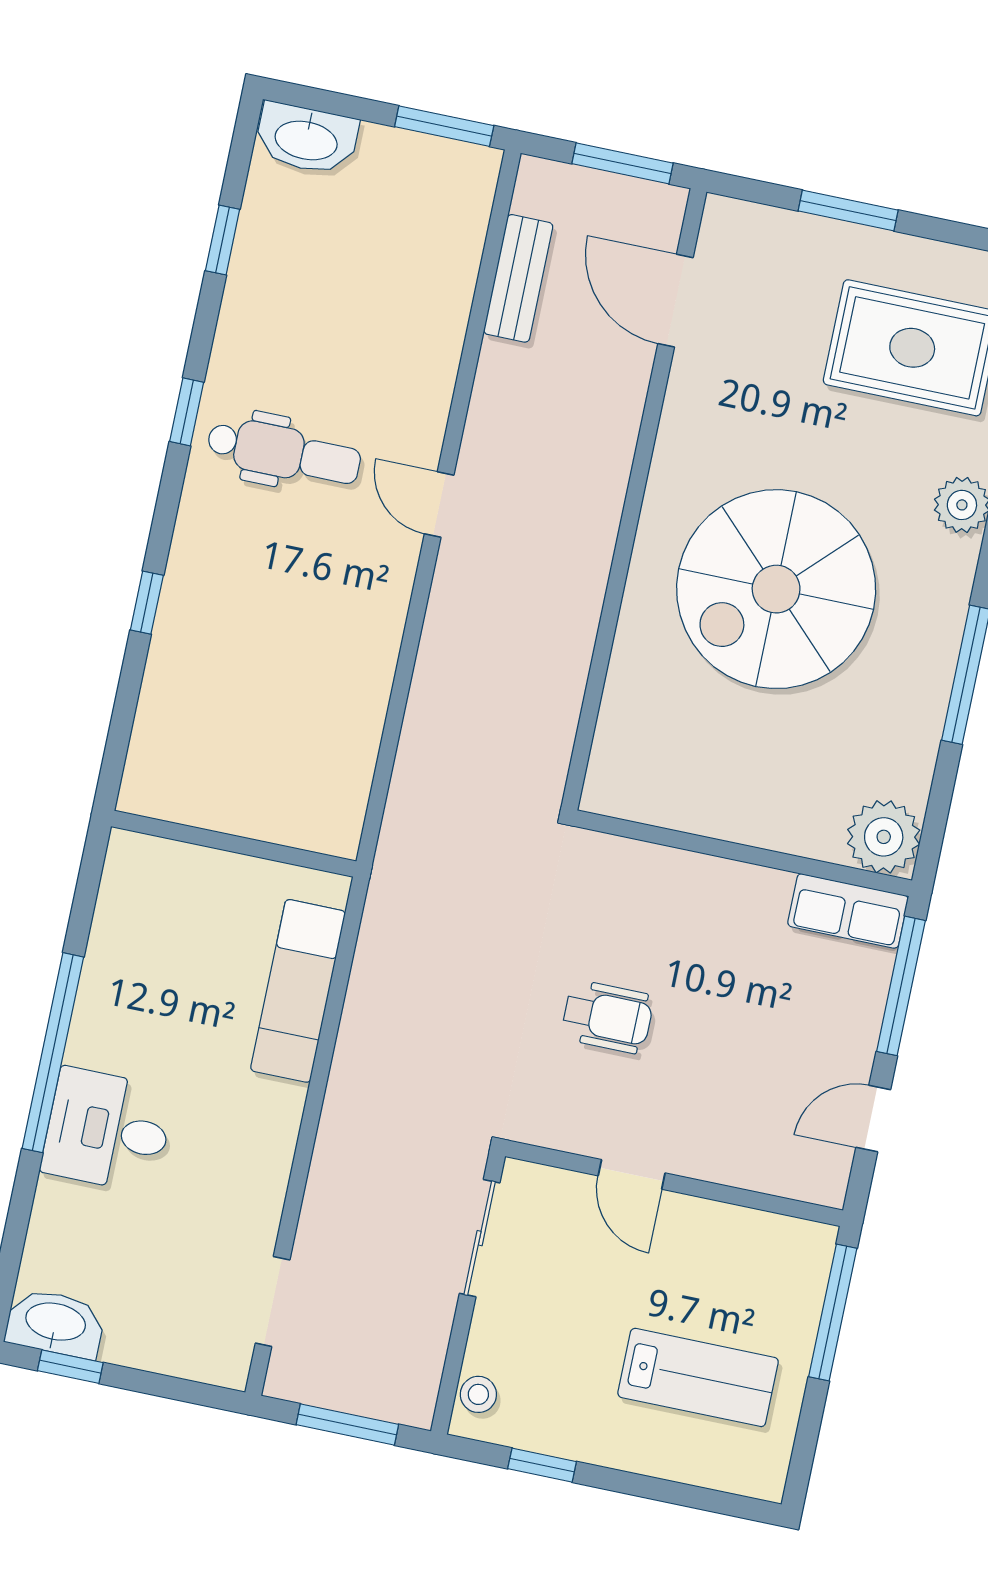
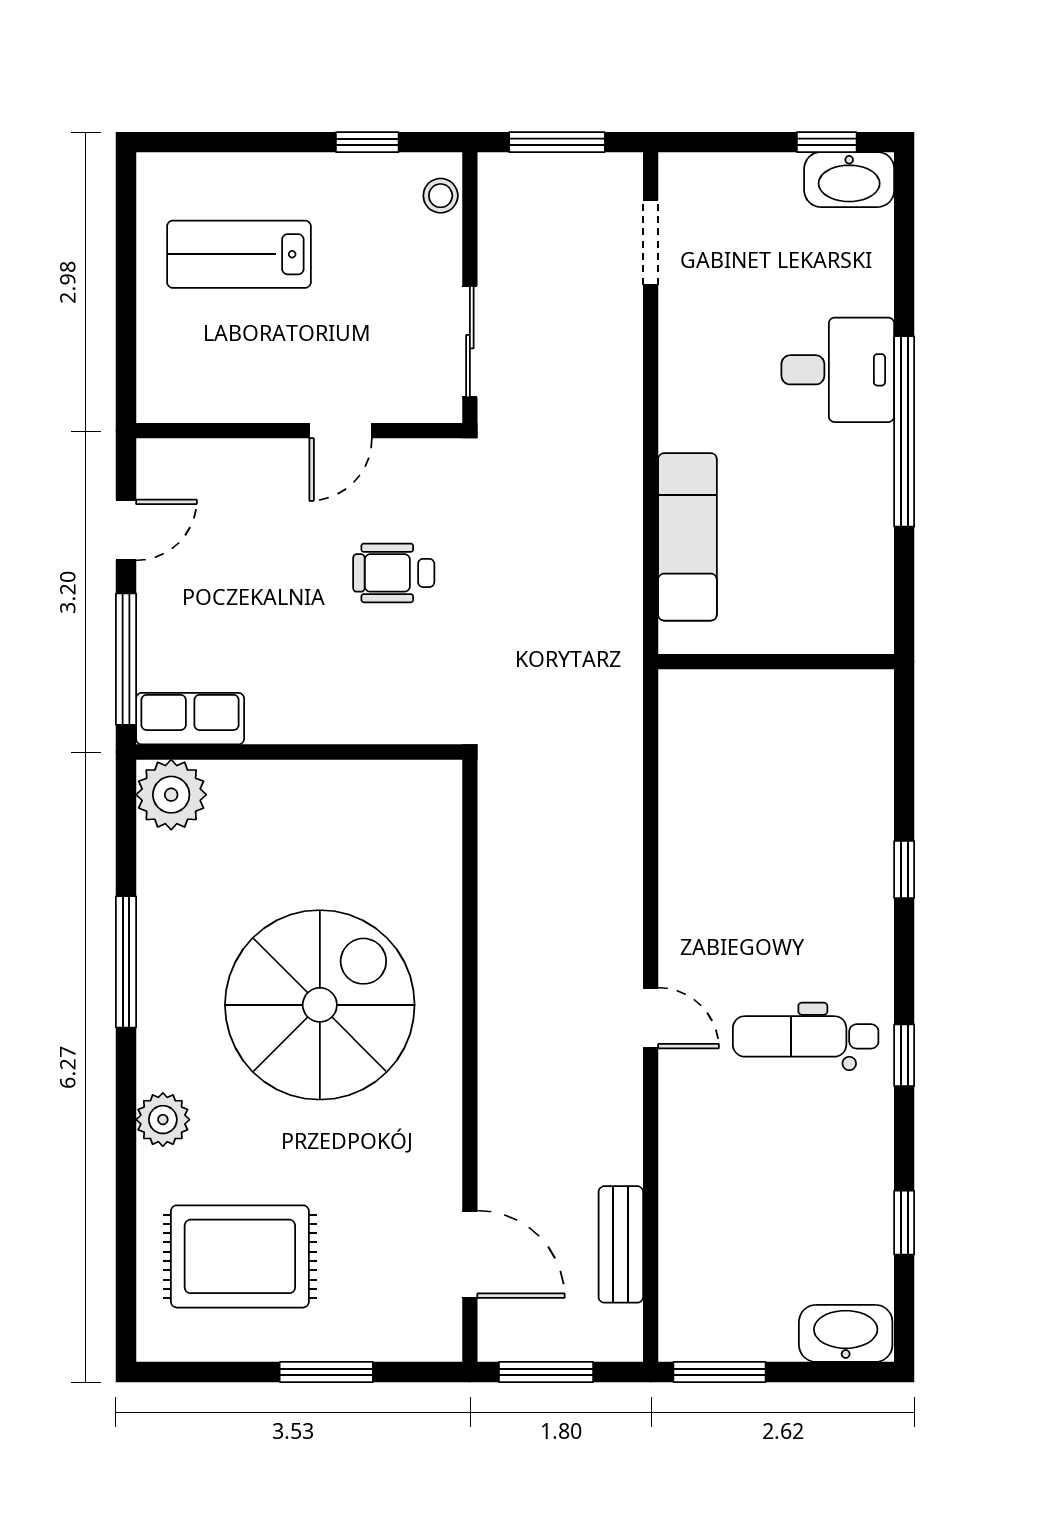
door: (632, 1174) -> (341, 431), swing flipped
window: (833, 1312) -> (126, 341), removed

